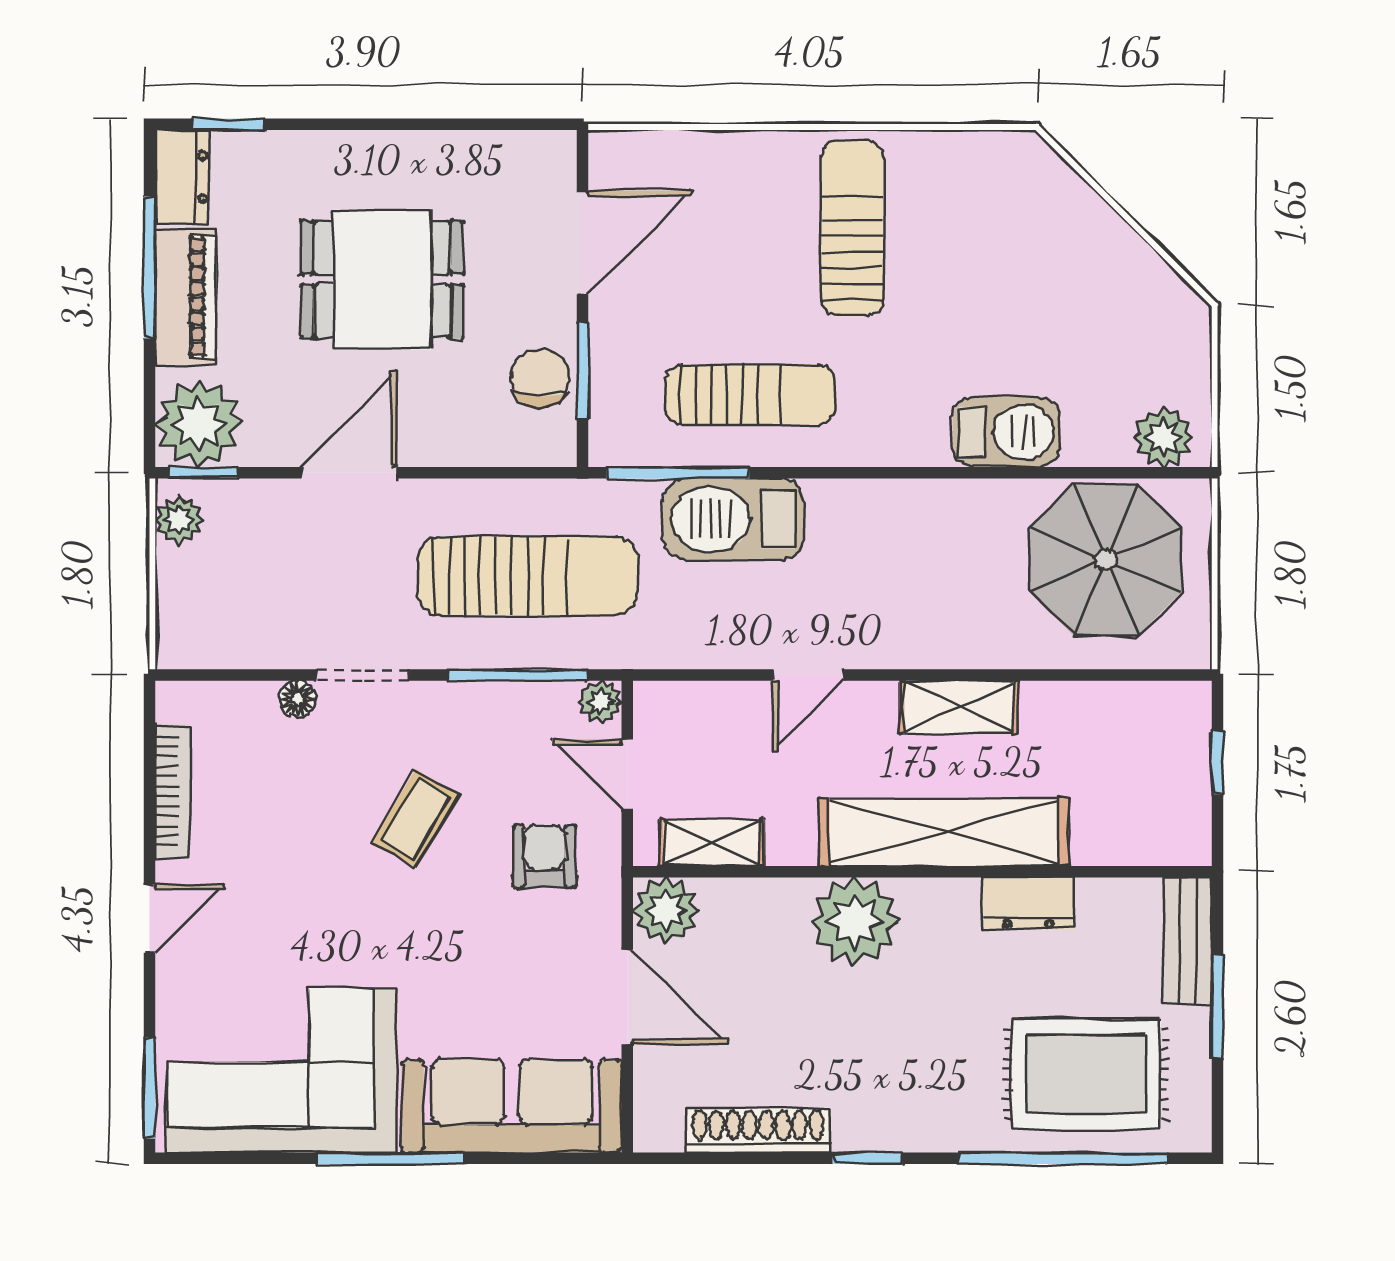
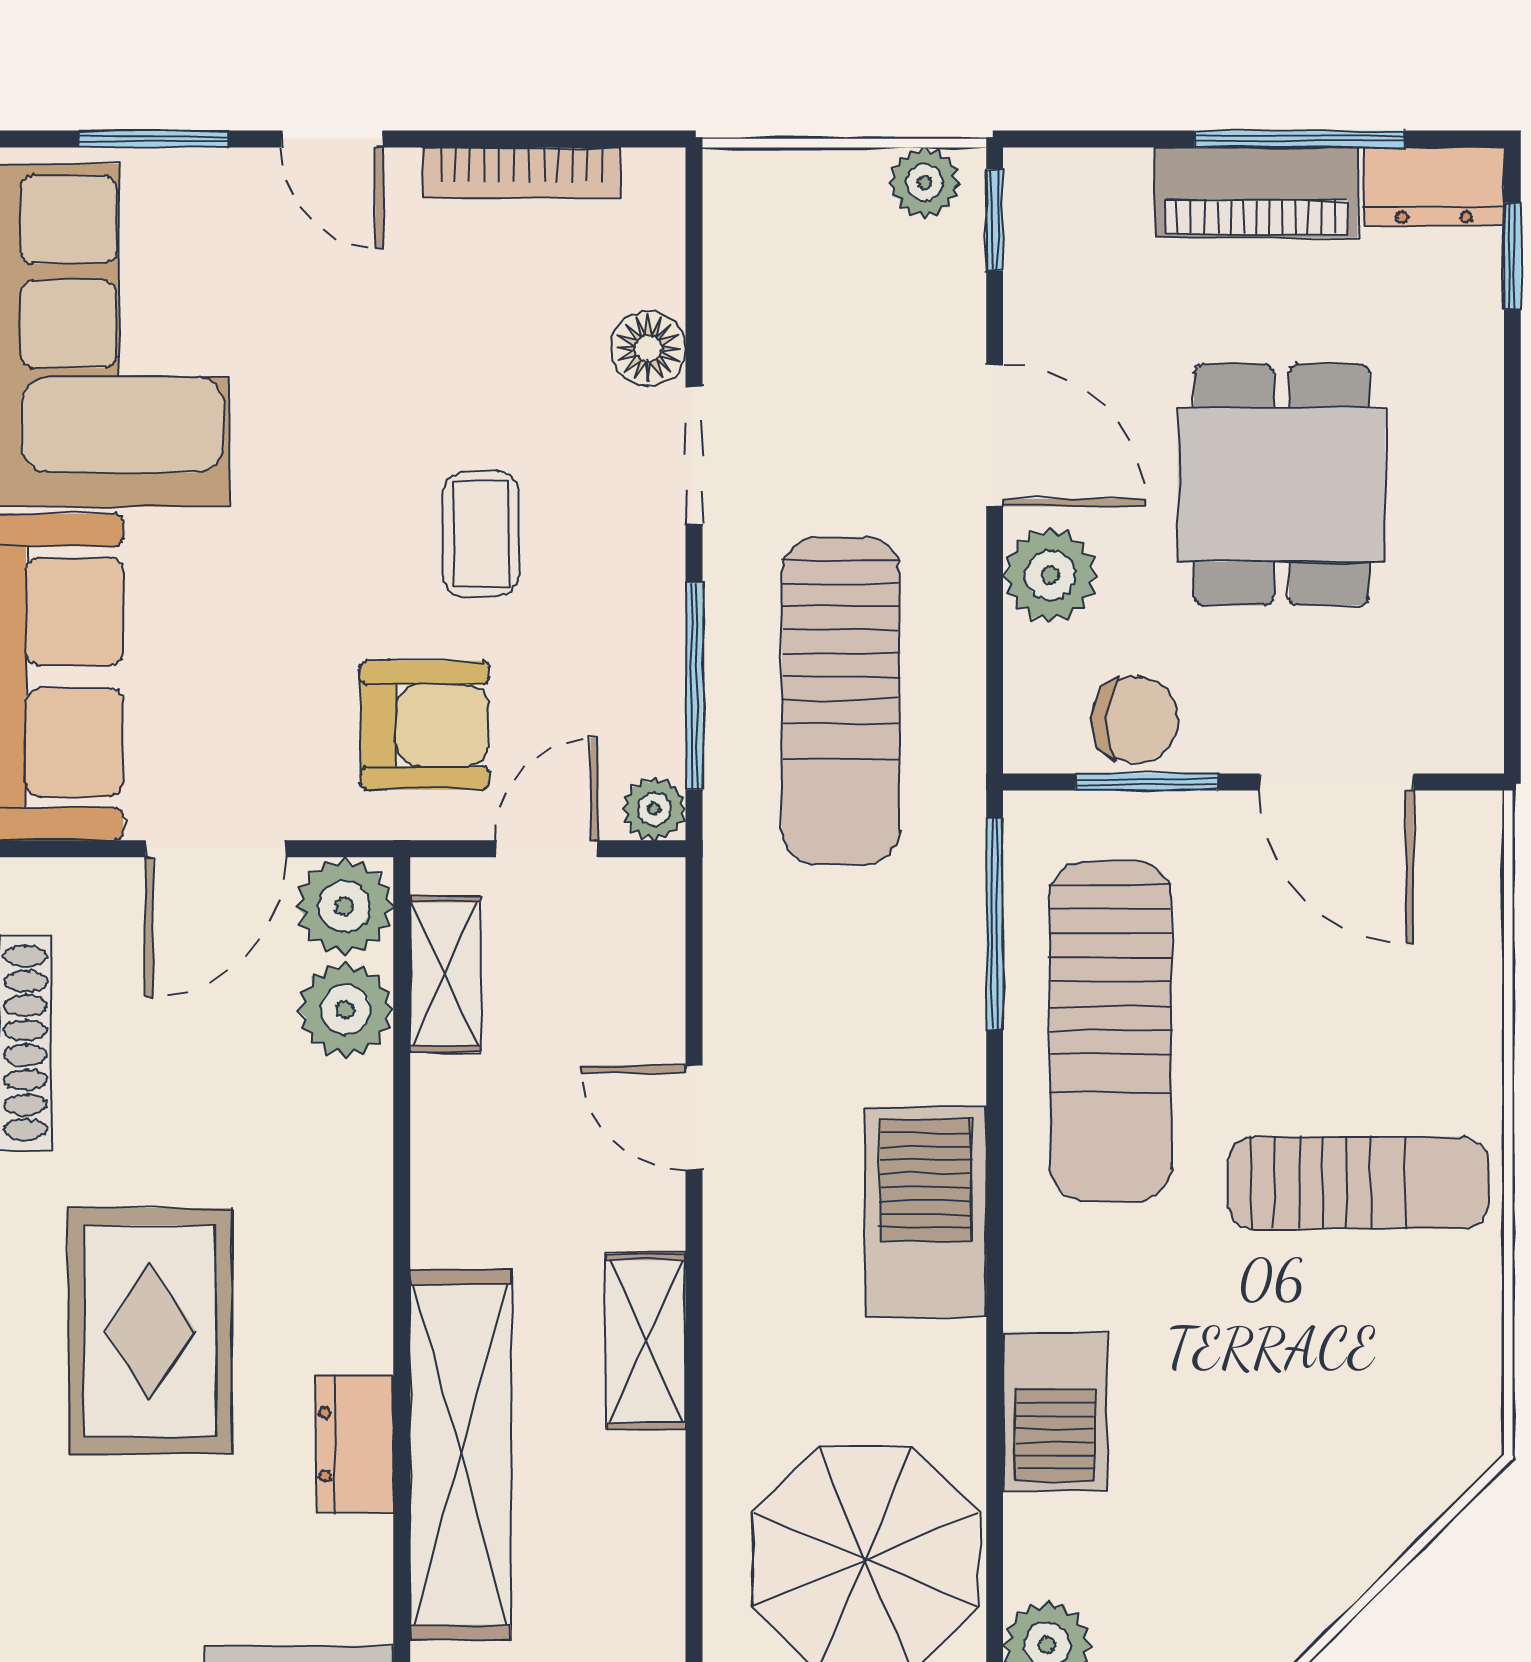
sun lounger: (750, 395) -> (1111, 1031), width x1.36, depth x1.34
plant: (199, 424) -> (1050, 575), moved, width x0.73, depth x0.73
barbecue: (733, 519) -> (926, 1212), moved
floor lamp: (297, 699) -> (648, 348), width x1.37, depth x1.37
coffee table: (415, 819) -> (481, 534), turned 59
shelving: (944, 832) -> (461, 1455), moved
armchair: (544, 856) -> (425, 725), width x1.38, depth x1.38
plant: (855, 921) -> (346, 1010), moved, width x0.73, depth x0.73
rug: (1086, 1074) -> (150, 1331), moved
window: (150, 1088) -> (153, 139), moved

